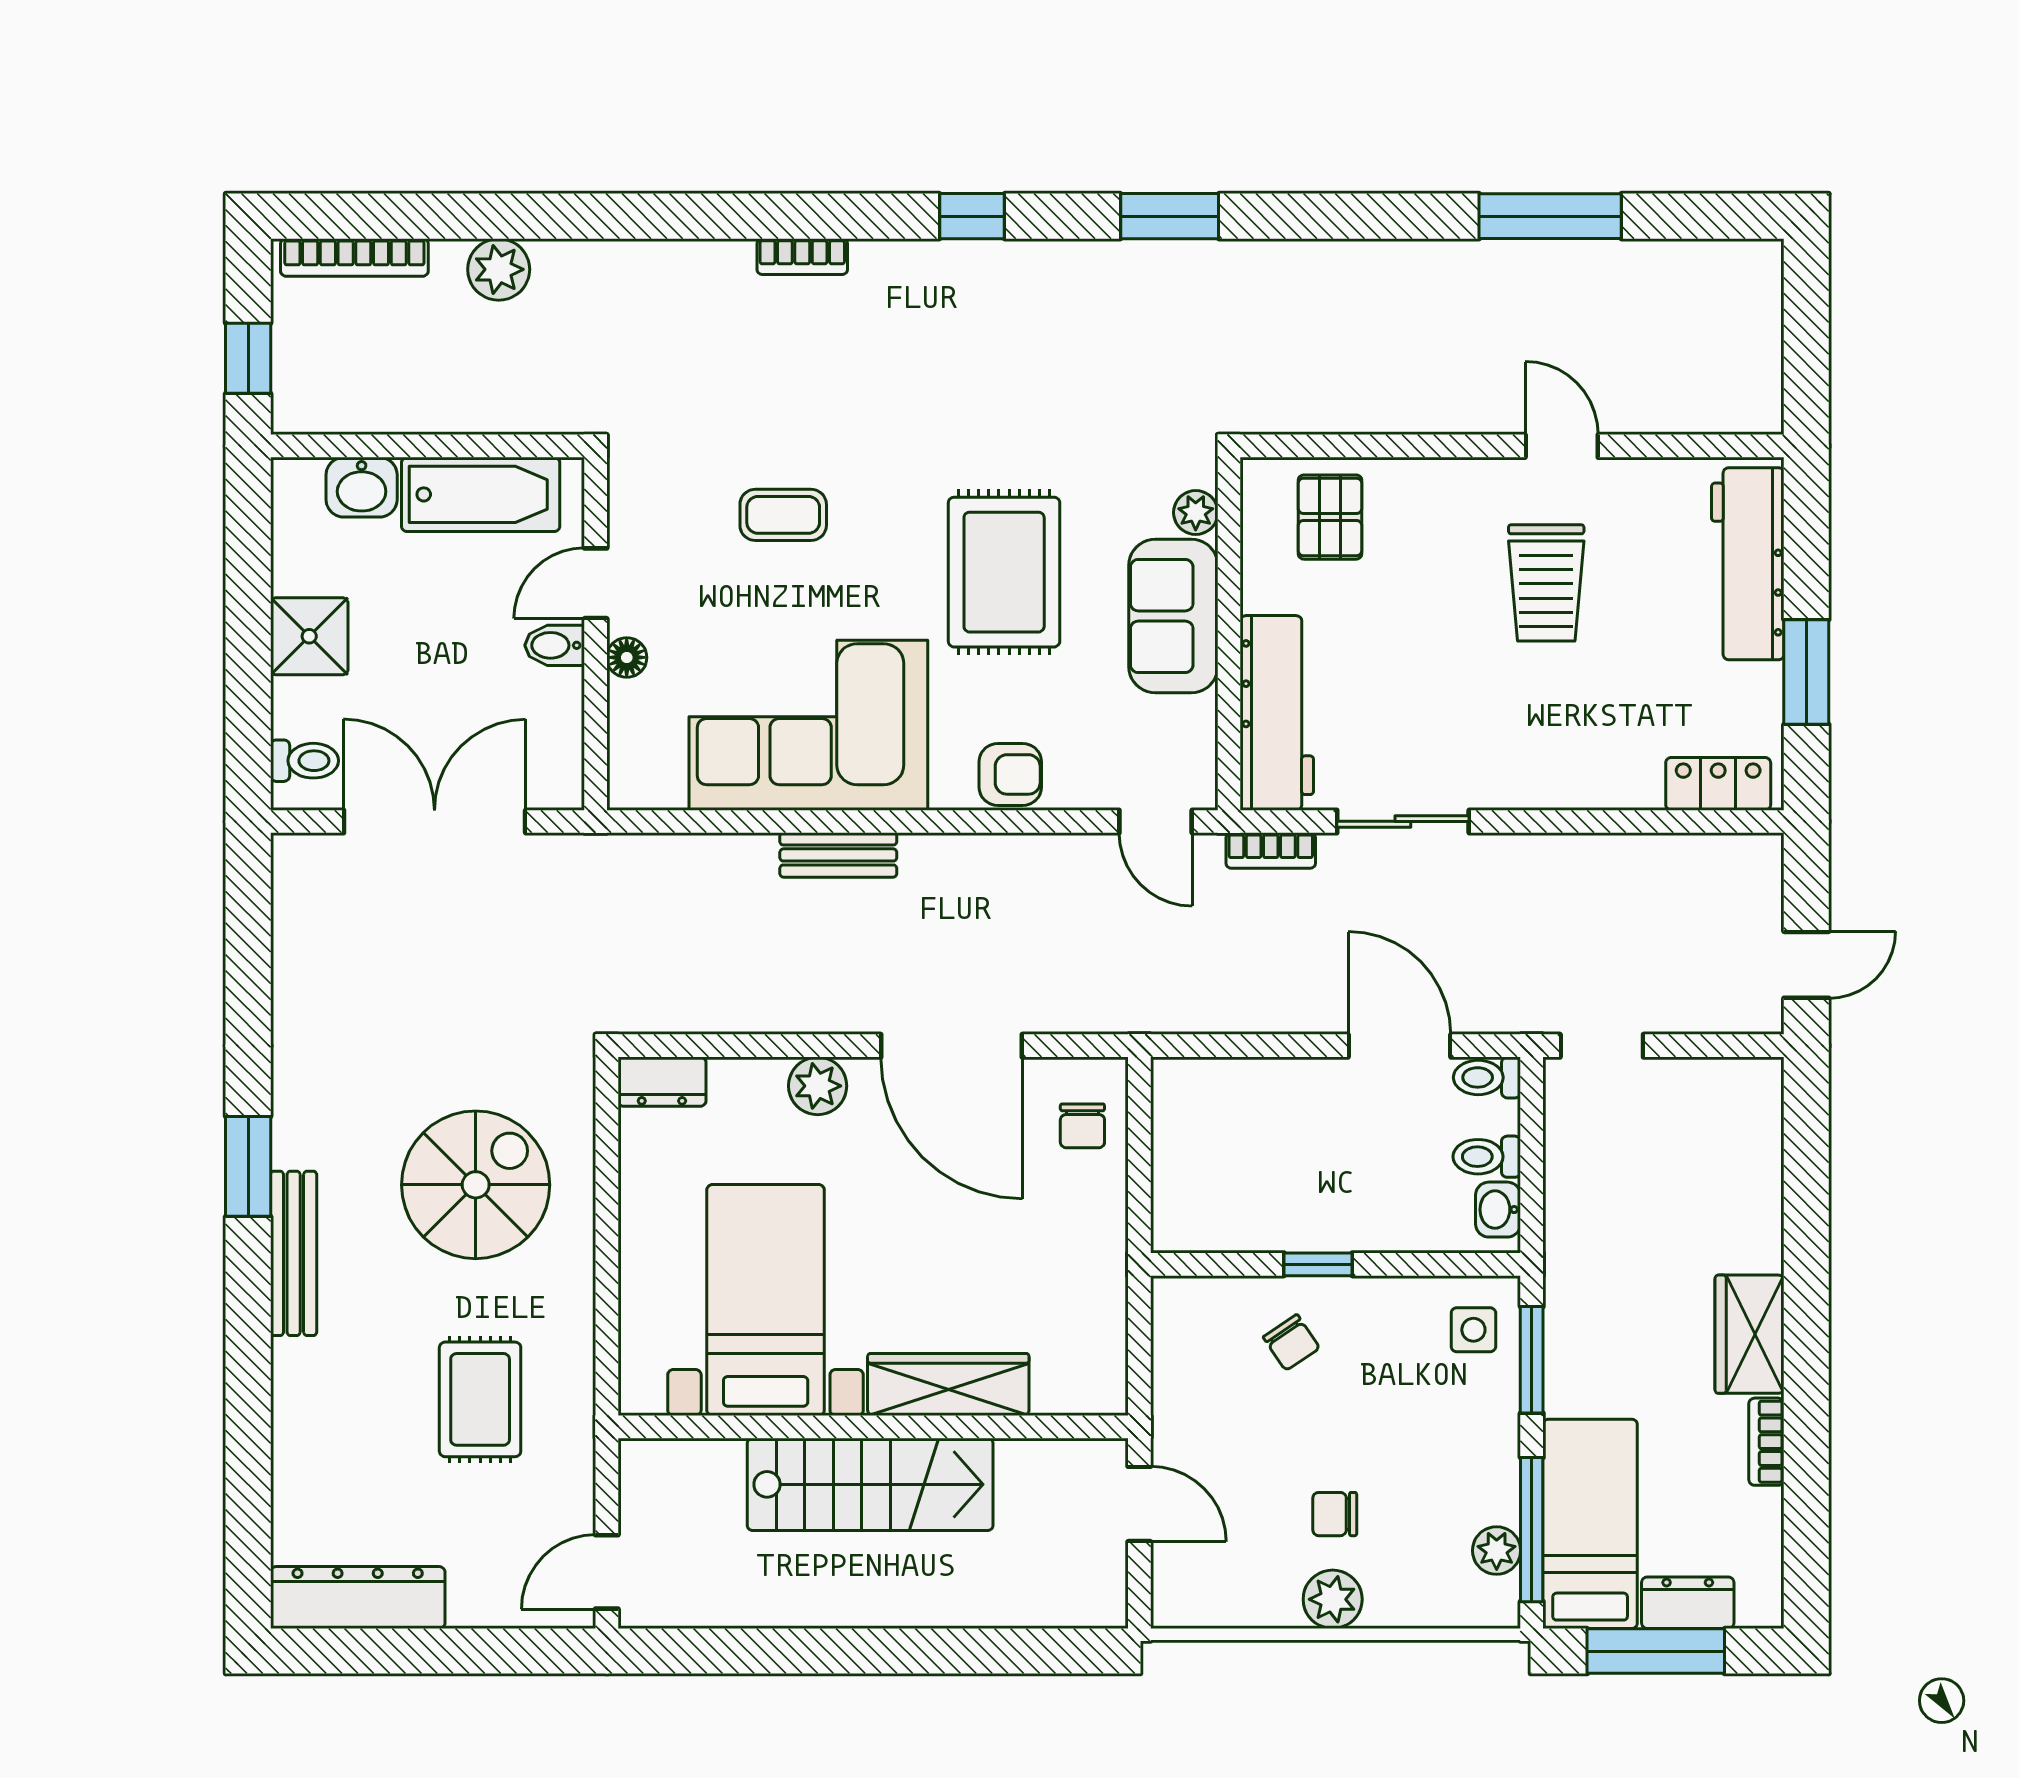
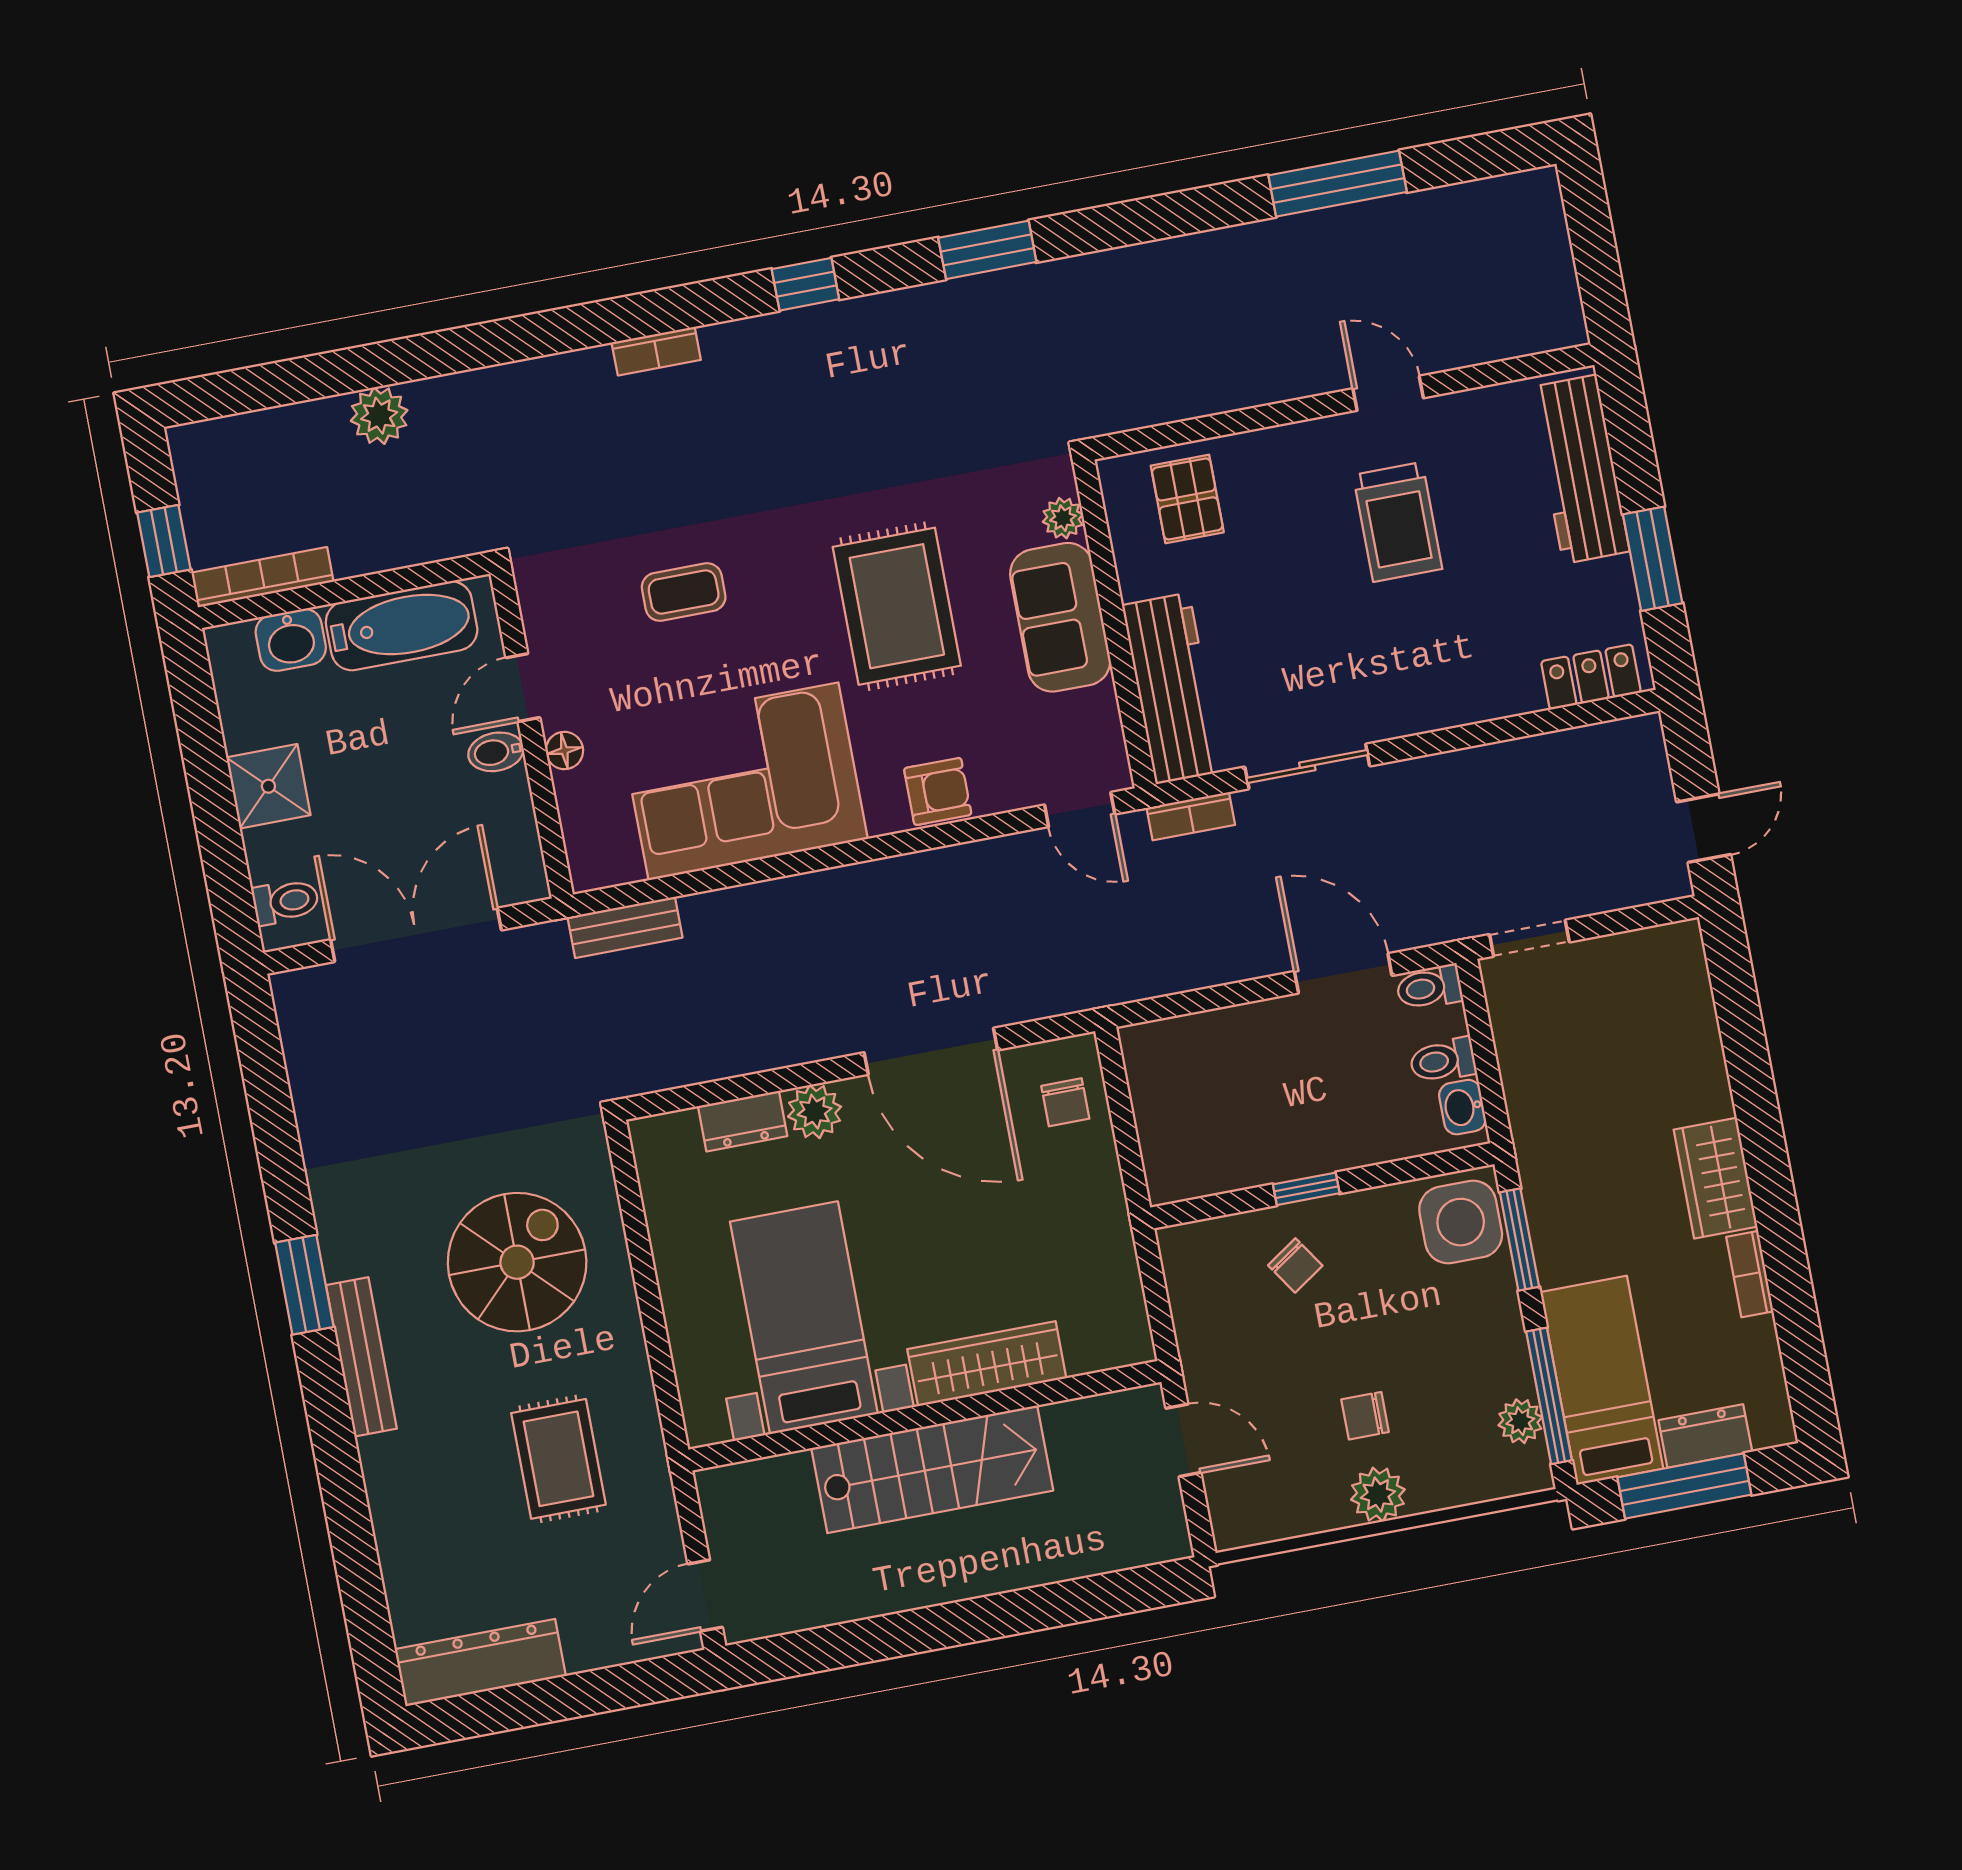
bookcase: (354, 257) -> (262, 577), moved, turned 180
bench: (838, 855) -> (625, 927), moved
dresser: (662, 1082) -> (743, 1121), moved
side table: (1473, 1330) -> (1461, 1222), width x1.87, depth x1.87

